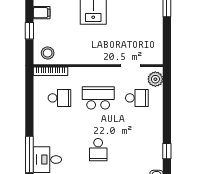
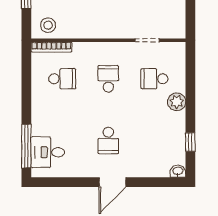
plant: (155, 79) -> (177, 102), moved
school desk: (98, 98) -> (108, 79), width x0.54
school desk: (137, 98) -> (154, 79), turned 180

